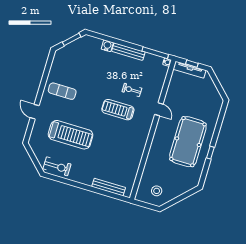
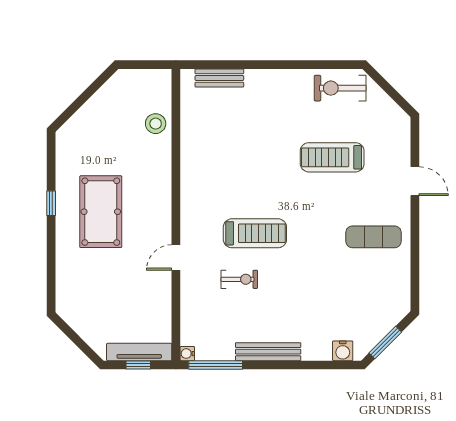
water cooler: (107, 46) -> (343, 351), moved
door: (159, 109) -> (176, 258), hinge flipped
treadmill: (71, 135) -> (332, 157), width x0.73, depth x0.73
pool table: (188, 142) -> (101, 212), width x0.73, depth x0.76
bench: (109, 187) -> (219, 78), width x0.73
stool: (157, 191) -> (156, 124), moved

